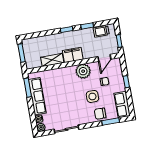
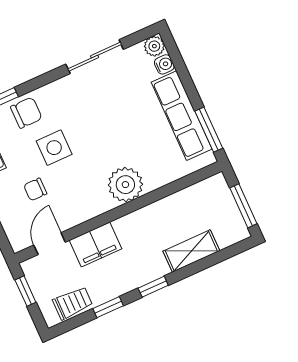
filing cabinet: (73, 55) -> (95, 245), moved
shelving: (52, 60) -> (191, 251), moved
plant: (83, 71) -> (125, 185), moved

